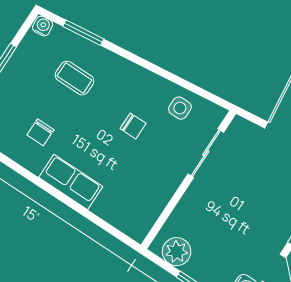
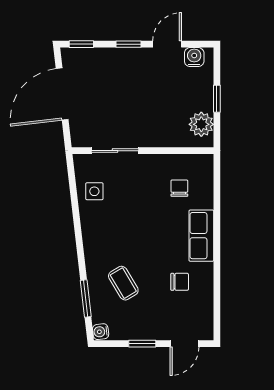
coffee table: (74, 78) -> (123, 283), turned -31
chair: (133, 126) -> (179, 188), moved

